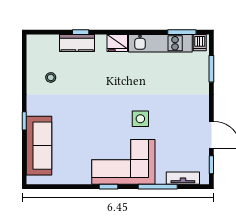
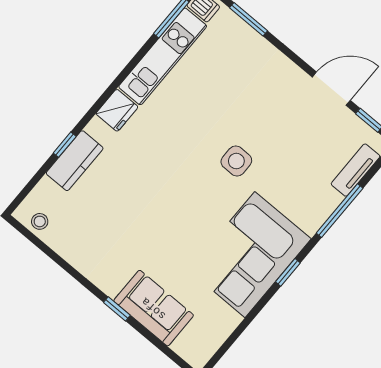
stool: (51, 77) -> (40, 221), moved
sofa: (39, 146) -> (154, 308), width x0.73
corner sofa: (123, 162) -> (250, 255), moved

